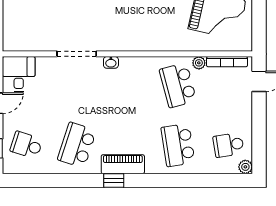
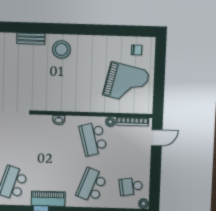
washbasin: (111, 62) -> (59, 120), moved
school desk: (178, 145) -> (92, 185), turned 30

